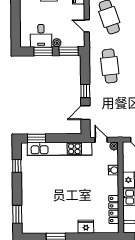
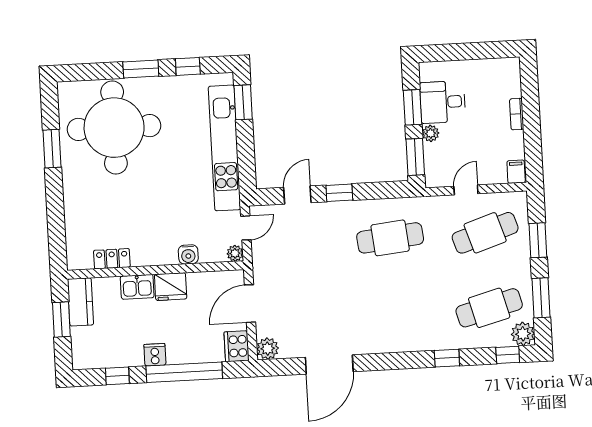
door: (85, 113) -> (297, 195), hinge flipped
round table: (46, 205) -> (114, 128), added
locker: (114, 209) -> (112, 259), width x0.66
window: (17, 214) -> (141, 69), moved
fridge: (86, 227) -> (76, 206), removed

